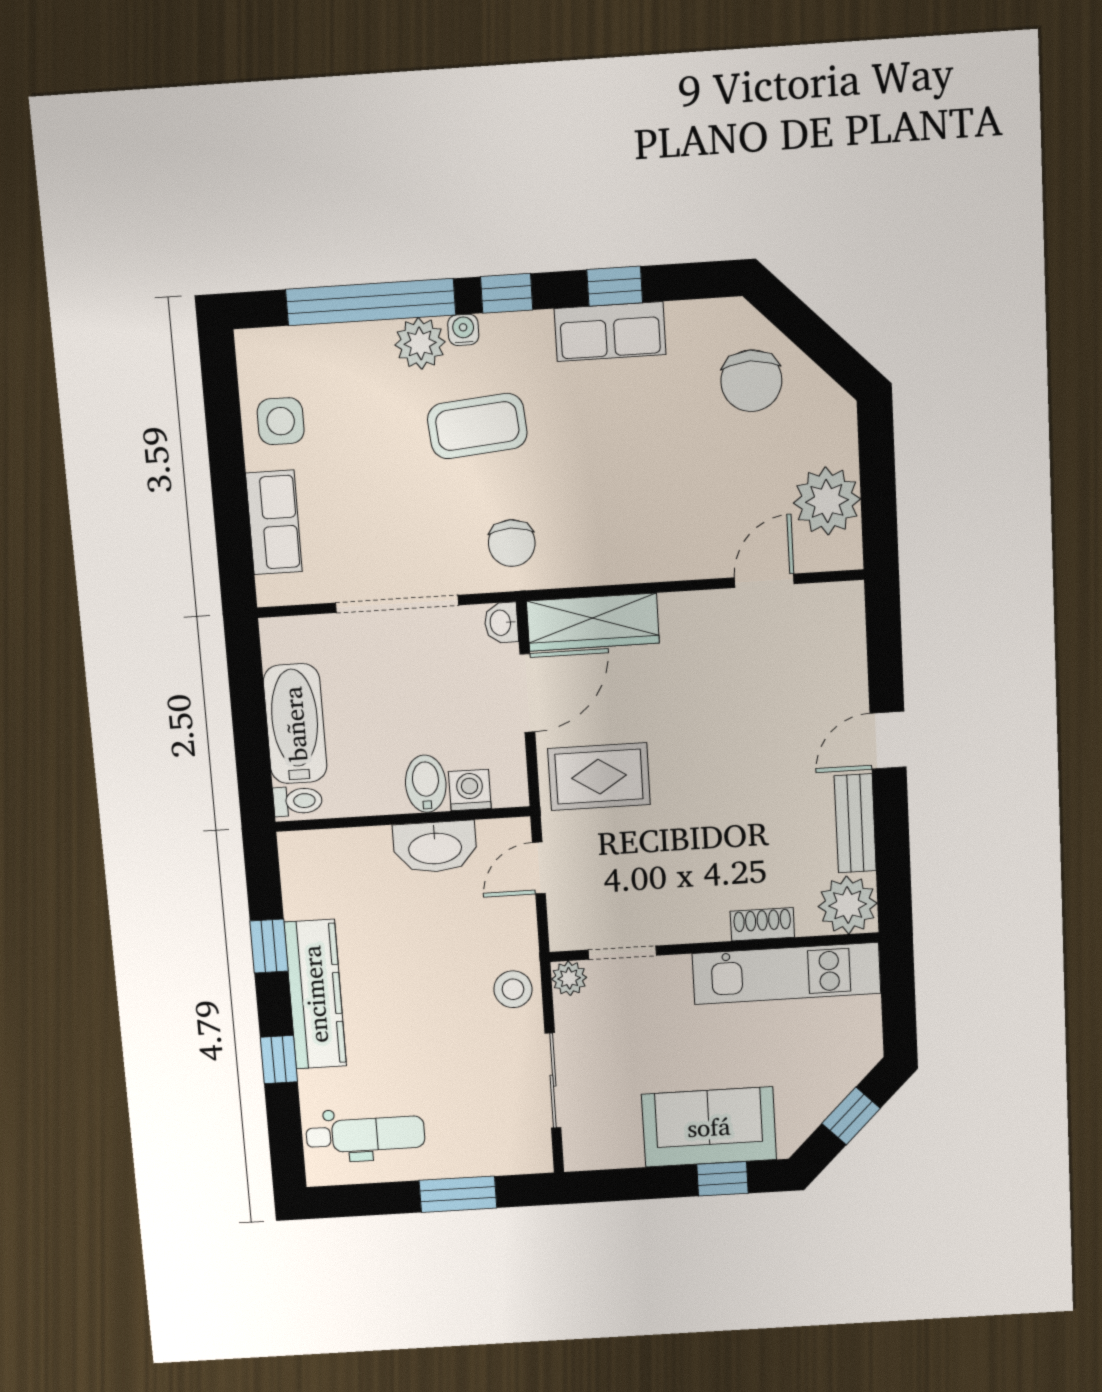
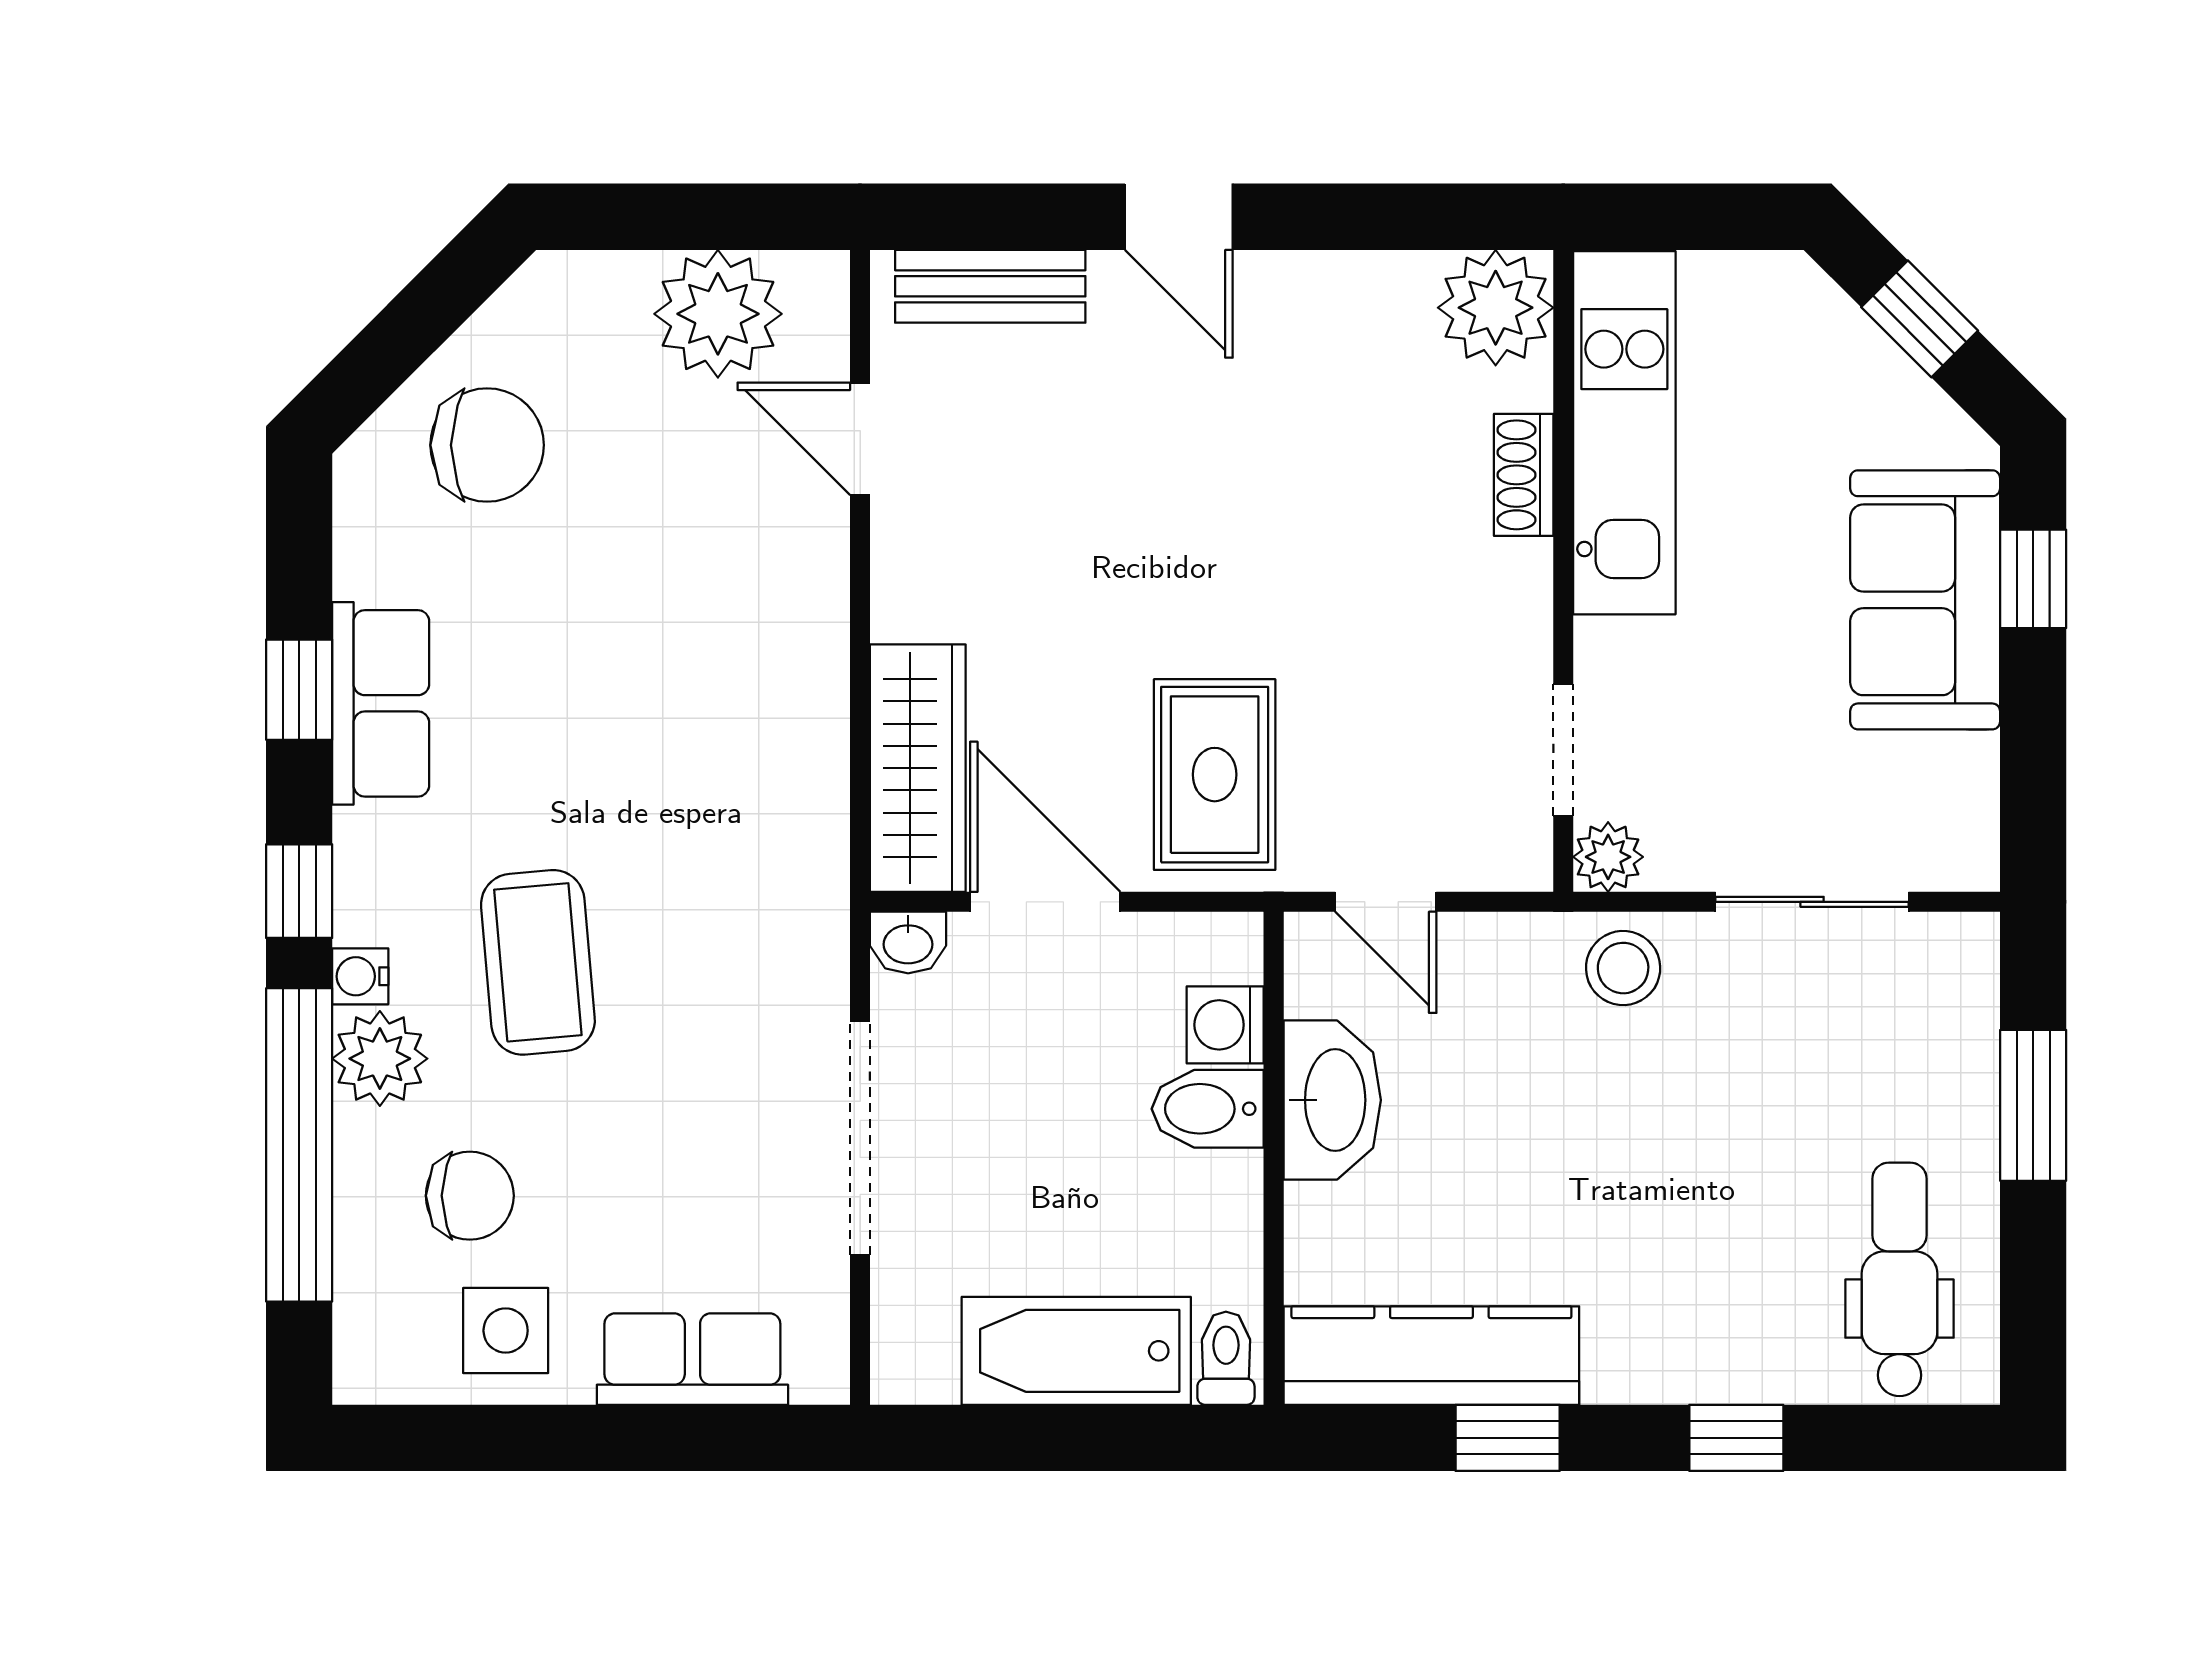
chair: (512, 543) -> (470, 1196), moved
bench: (855, 823) -> (990, 286), moved
kitchen counter: (315, 994) -> (1431, 1356), moved

